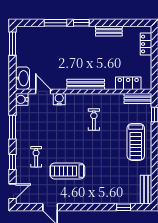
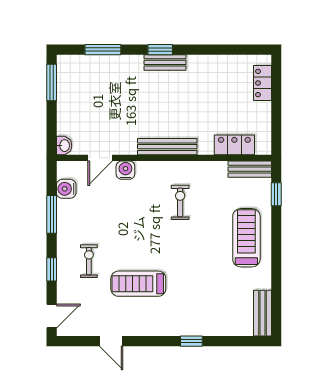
window: (55, 23) -> (103, 50), moved
bench: (109, 31) -> (165, 62), moved
washbasin: (23, 78) -> (64, 146), width x0.52, depth x0.69
door: (43, 91) -> (100, 158), swing flipped
water cooler: (22, 99) -> (66, 189), moved
treadmill: (136, 142) -> (246, 238), turned 180
window: (124, 207) -> (191, 341), moved

